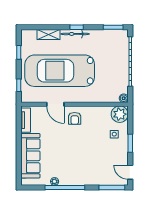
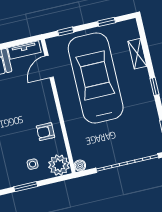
bicycle: (75, 34) -> (146, 87), removed
door: (55, 104) -> (49, 67), moved
armchair: (75, 118) -> (46, 132), moved

